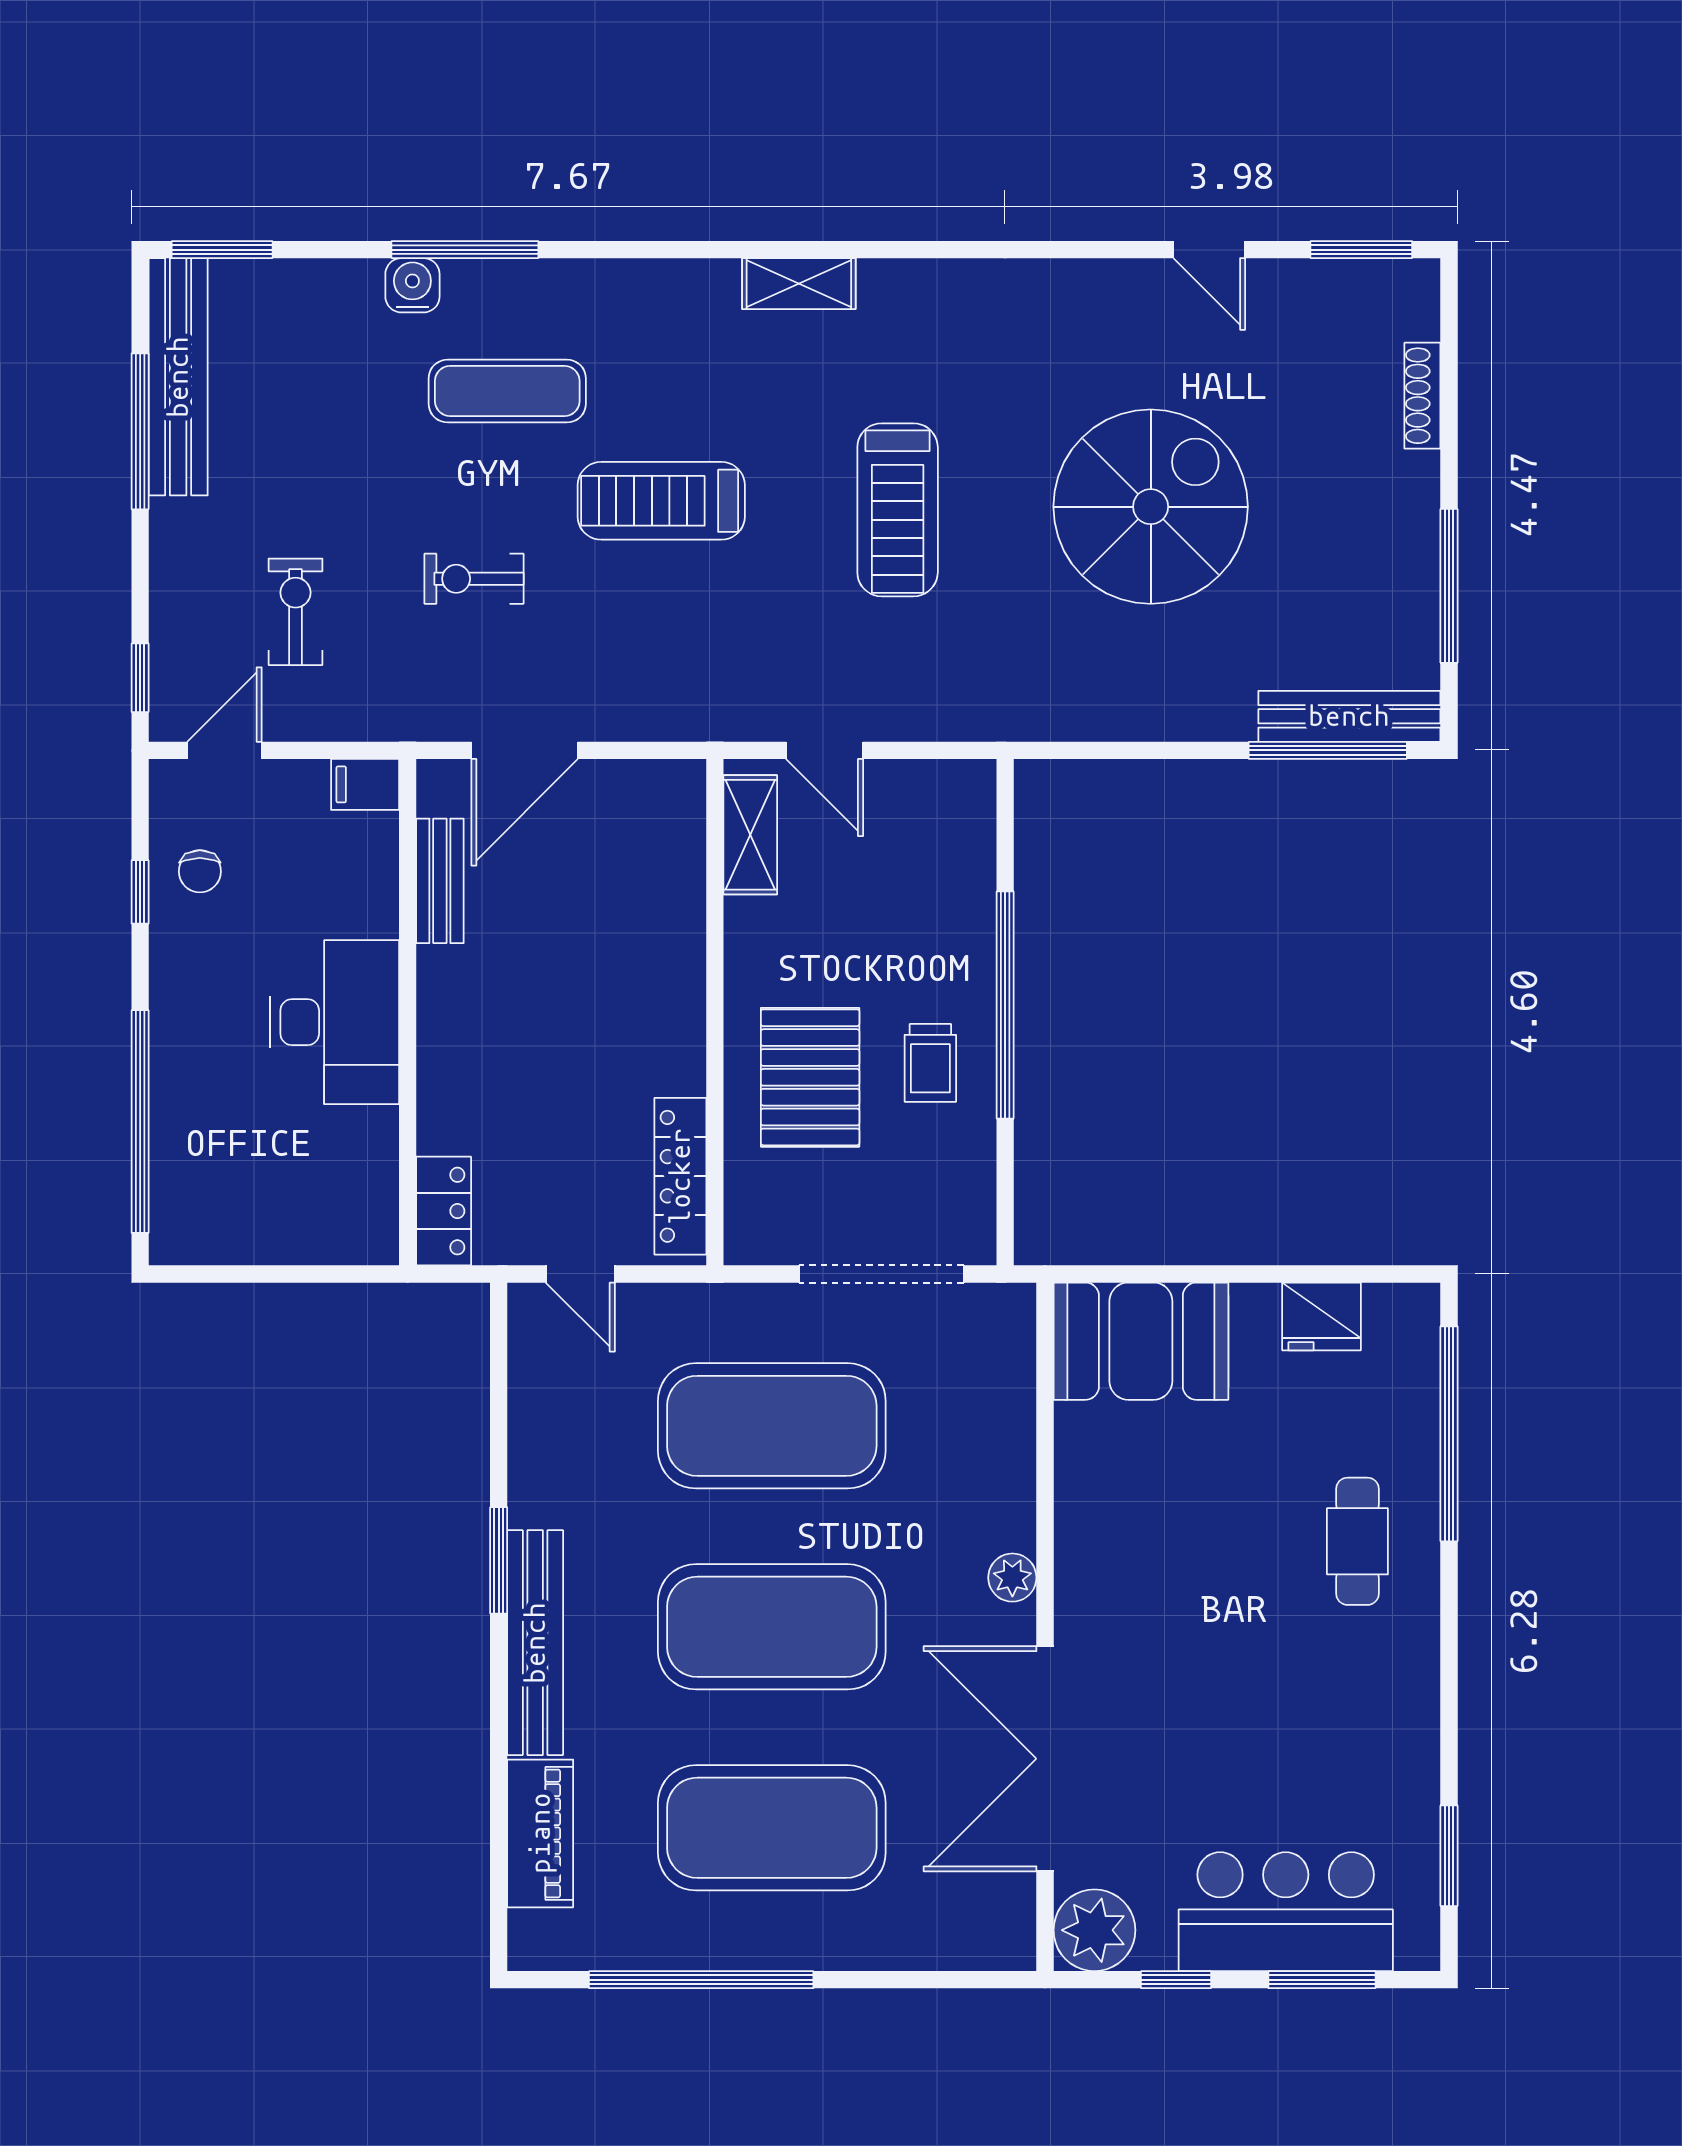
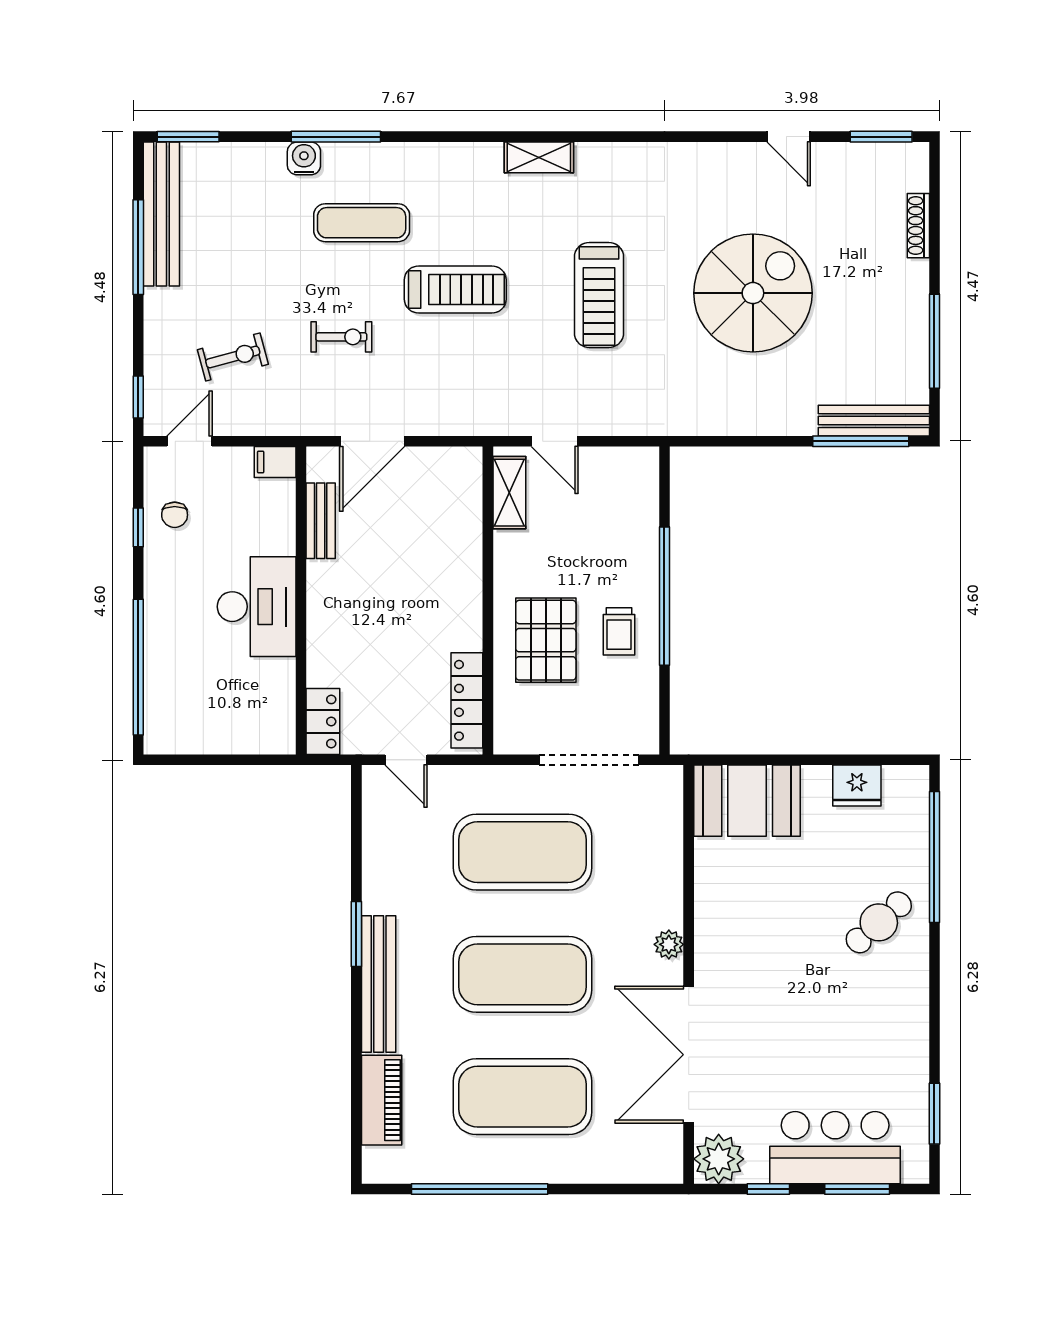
treadmill: (661, 501) -> (455, 289), turned 180
exercise bike: (474, 579) -> (341, 337), turned 180
exercise bike: (295, 612) -> (233, 357), turned 75
cafe table: (1357, 1541) -> (879, 922), turned 48

